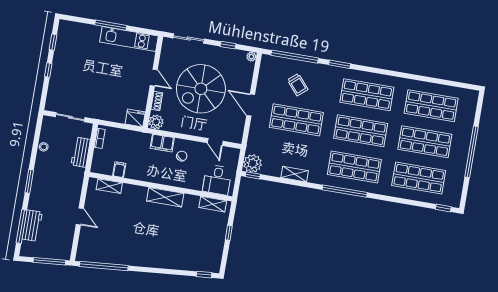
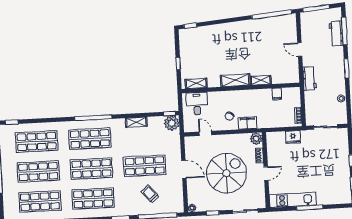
door: (154, 78) -> (266, 174), swing flipped
fridge: (135, 118) -> (293, 137), moved
workbench: (81, 152) -> (309, 78), moved
shelving: (109, 186) -> (261, 80), moved

